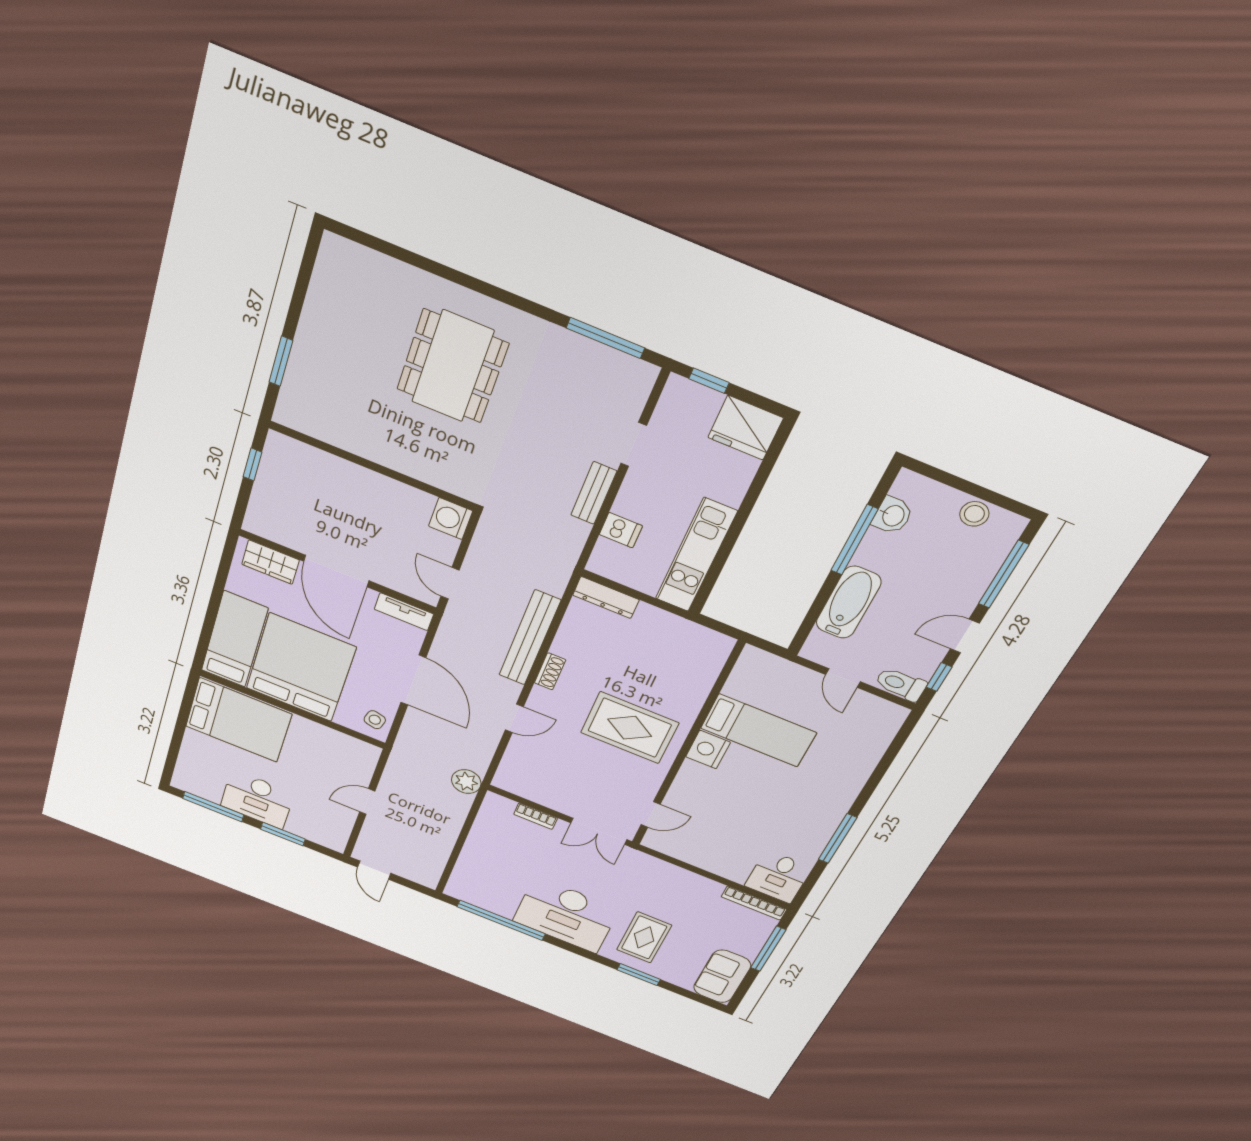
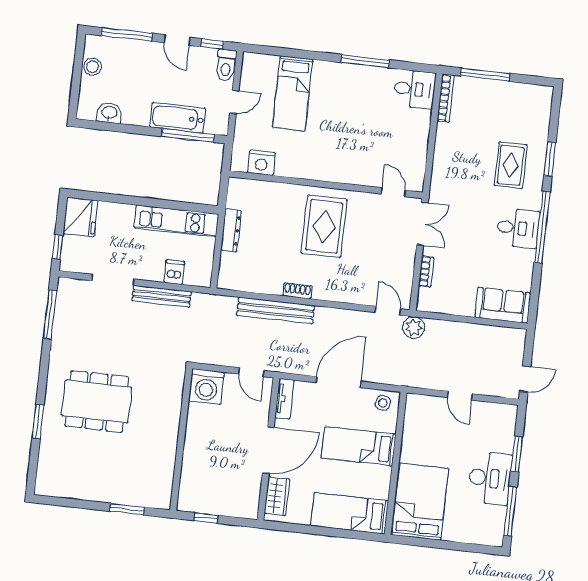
window: (439, 270) -> (38, 421), added
doorway: (634, 445) -> (113, 280), width x1.38
bench: (594, 493) -> (162, 296), width x1.36
washing machine: (451, 519) -> (206, 387), width x1.37, depth x1.37
window: (854, 540) -> (188, 135), moved
door: (450, 583) -> (251, 372), hinge flipped
dresser: (606, 597) -> (231, 230), moved
bed: (301, 668) -> (359, 446), width x0.49
door: (514, 718) -> (388, 311), moved
bed: (758, 731) -> (293, 93), moved, turned 180
nightstand: (708, 750) -> (261, 163), moved
desk: (566, 915) -> (518, 228), width x0.53, depth x0.77
window: (501, 920) -> (542, 227), moved
rug: (644, 937) -> (511, 165), turned 90
sofa: (722, 976) -> (503, 305), moved, turned 180

